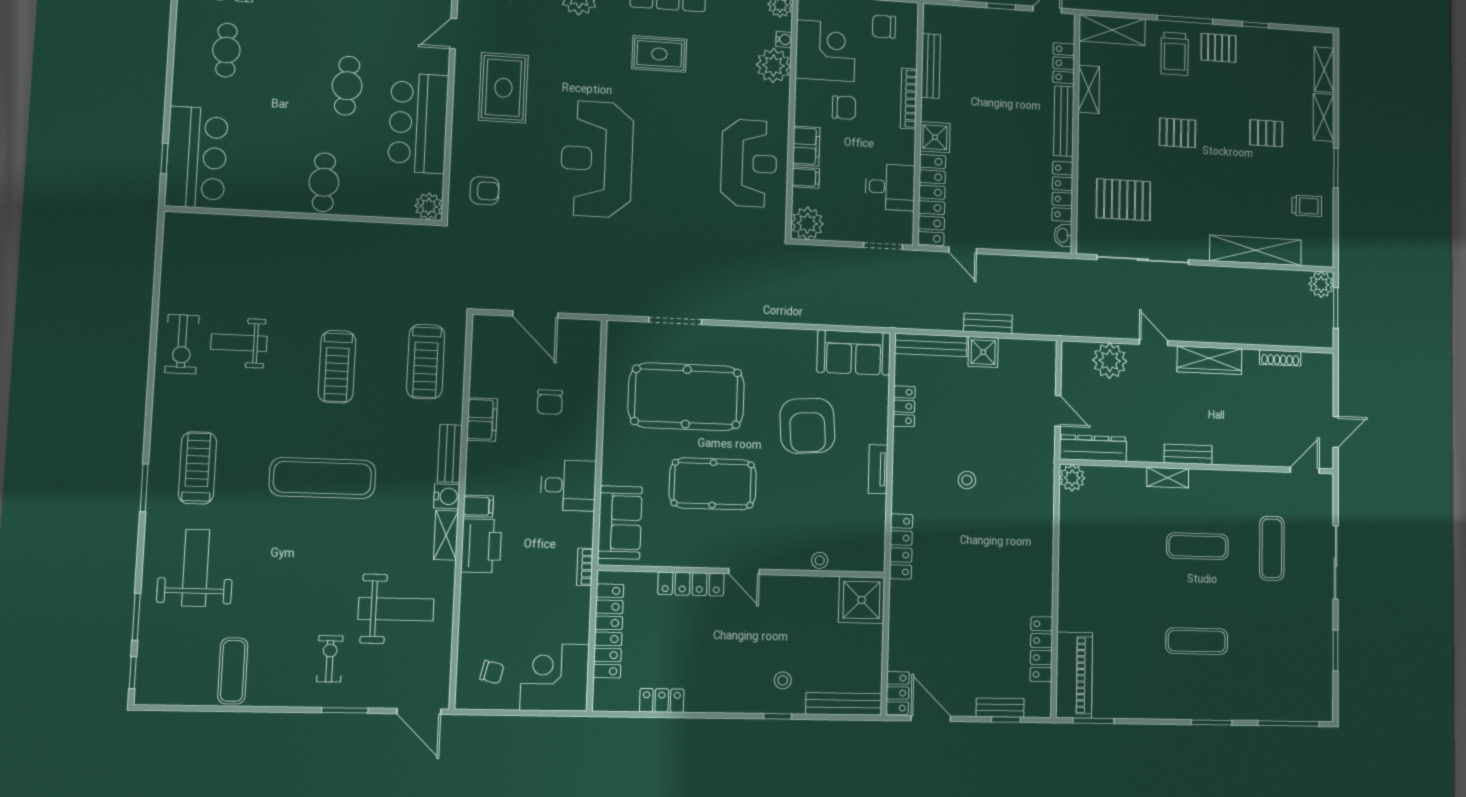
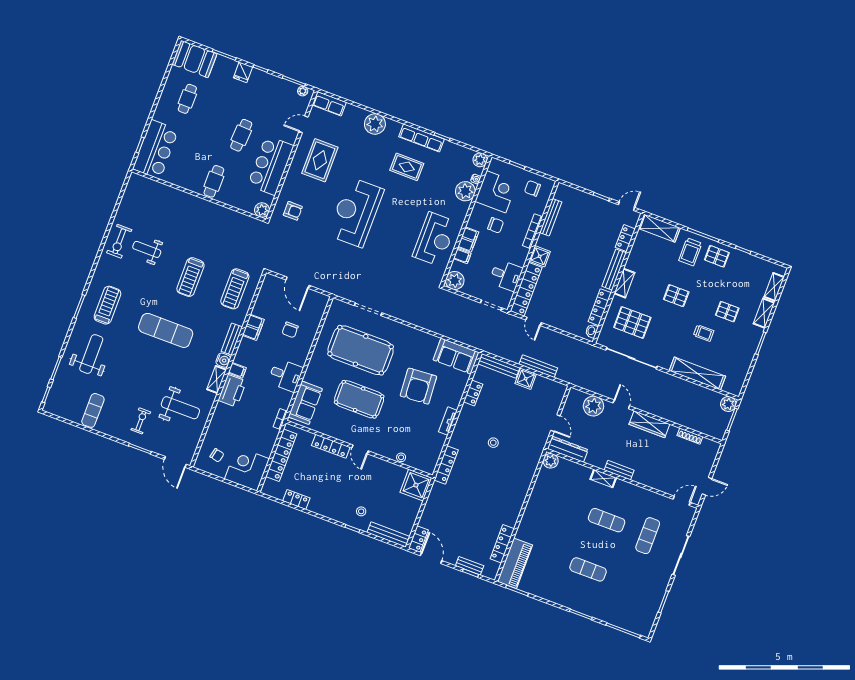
shelving: (1089, 89) -> (624, 283), moved
trolley: (1307, 206) -> (704, 333), moved
bench: (988, 323) -> (538, 366), width x1.36

